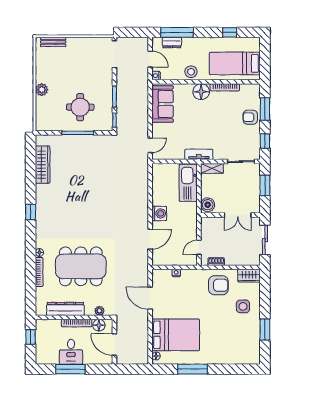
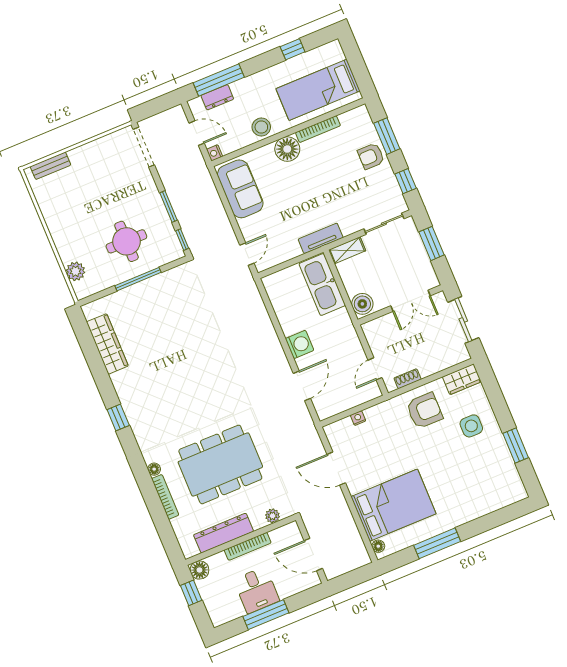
plant: (42, 90) -> (75, 271), moved
floor lamp: (99, 325) -> (199, 570), moved

